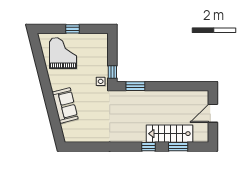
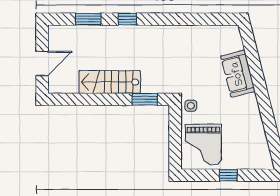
grand piano: (63, 53) -> (203, 144), moved
window: (112, 72) -> (175, 118), removed
stairs: (170, 134) -> (110, 82), moved, turned 180

